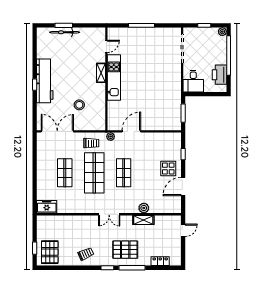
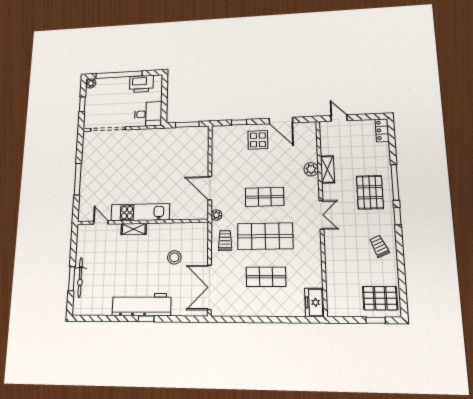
locker: (160, 261) -> (382, 130), moved

